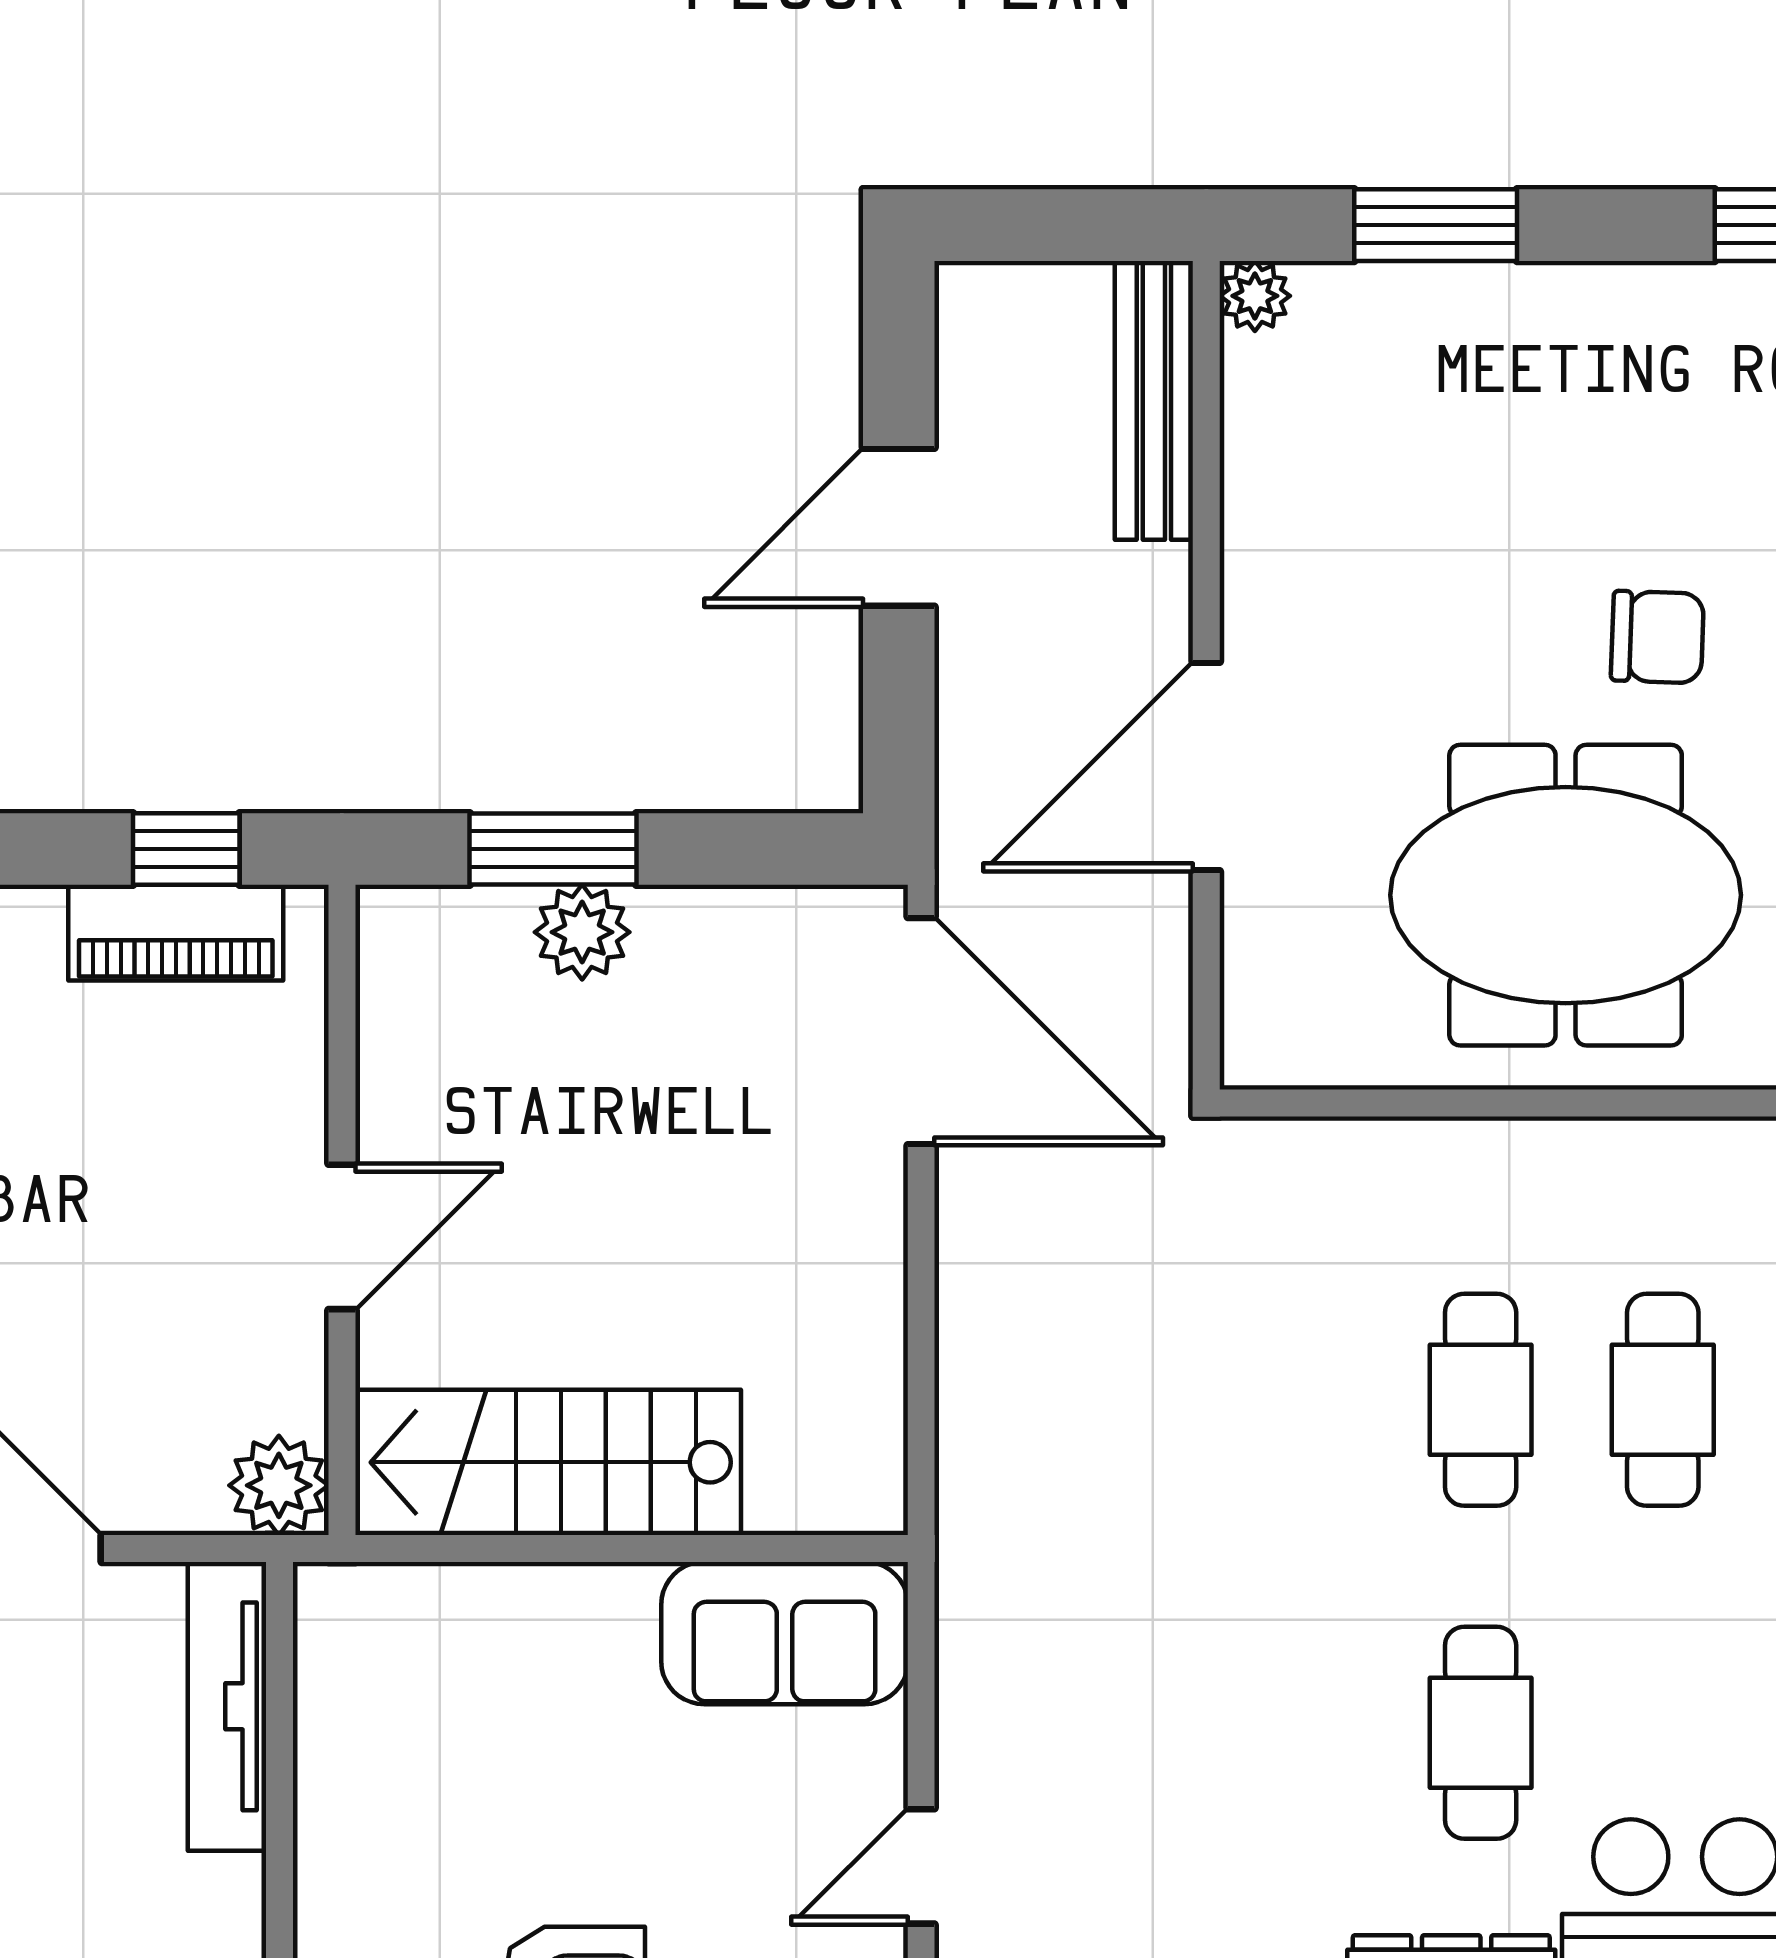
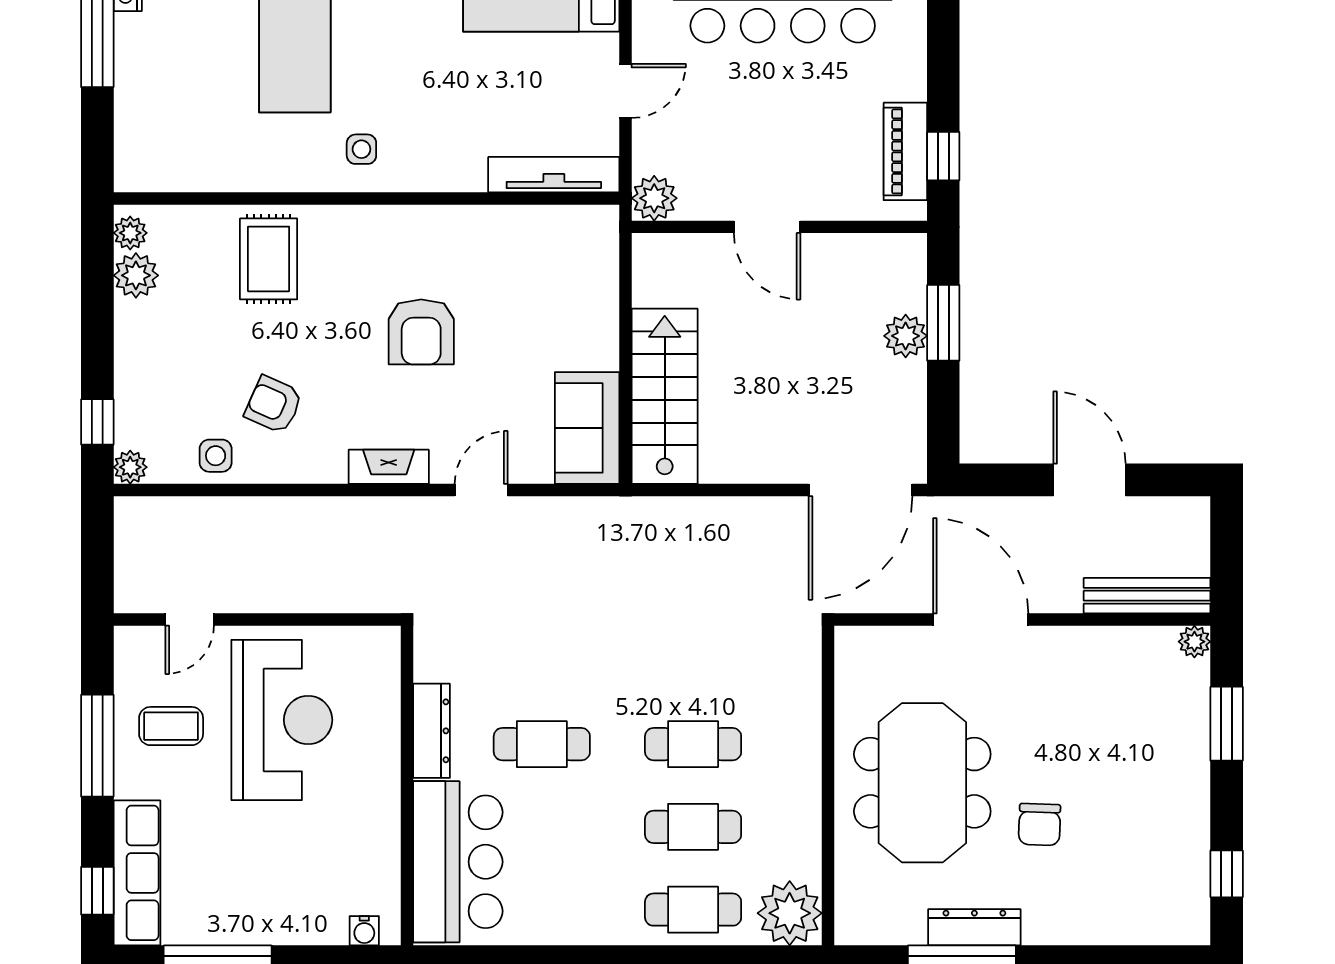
stairs: (548, 1462) -> (665, 396), moved
door: (921, 1866) -> (481, 490), hinge flipped

